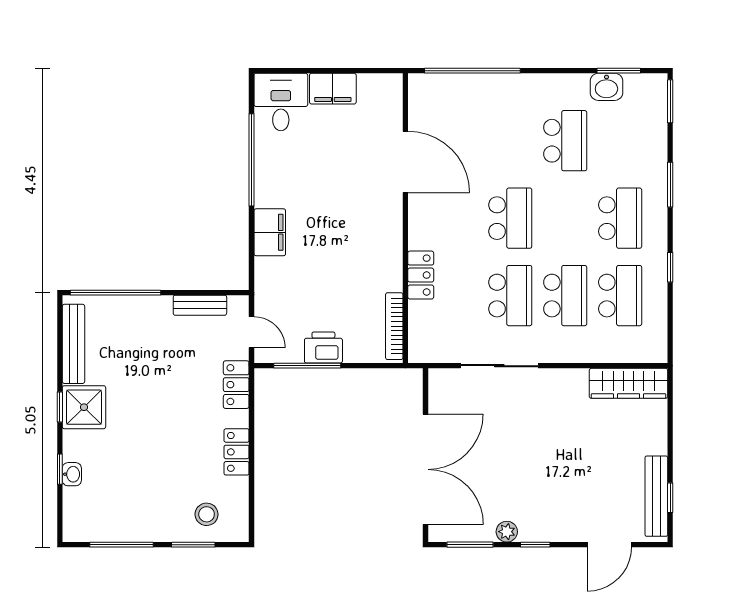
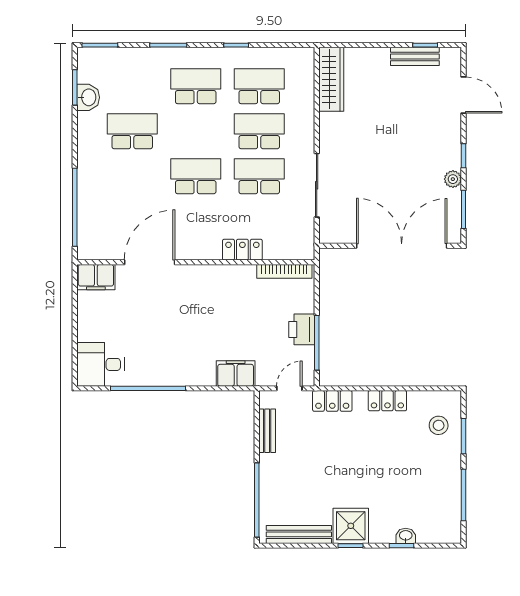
filing cabinet: (333, 89) -> (96, 277), moved, turned 90
filing cabinet: (270, 232) -> (236, 373), moved
bench: (656, 496) -> (415, 56), width x0.73

